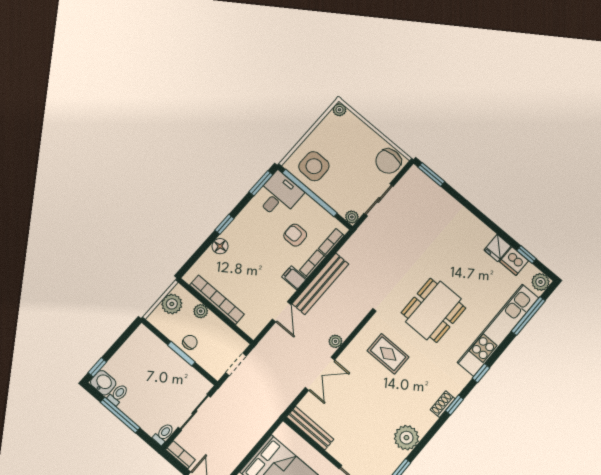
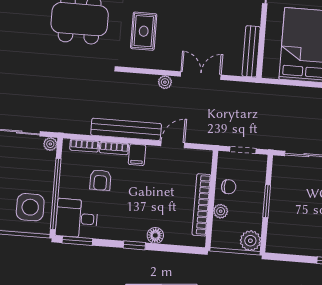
plant: (172, 304) -> (250, 241), moved
chair: (190, 342) -> (229, 187), moved, turned 180

